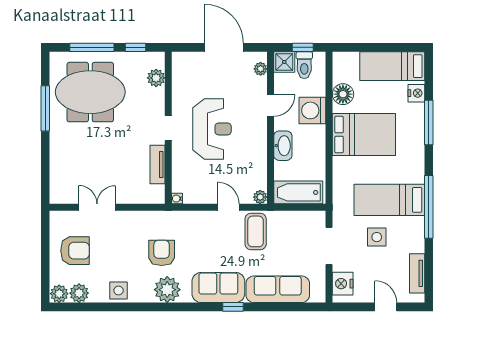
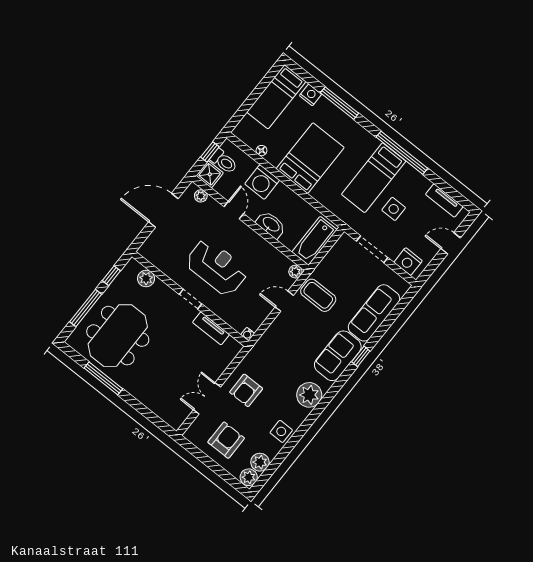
floor lamp: (343, 94) -> (261, 151), width x0.53, depth x0.53
armchair: (162, 253) -> (246, 390), moved, turned -90

